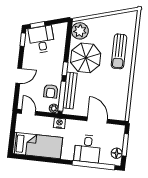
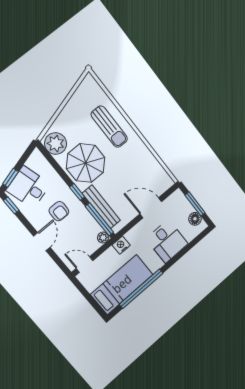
armchair: (51, 91) -> (59, 211), moved
window: (93, 165) -> (141, 289), moved

